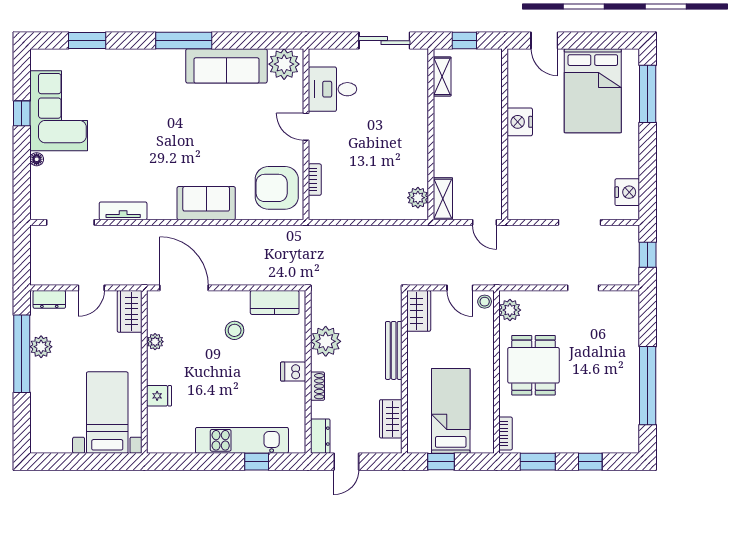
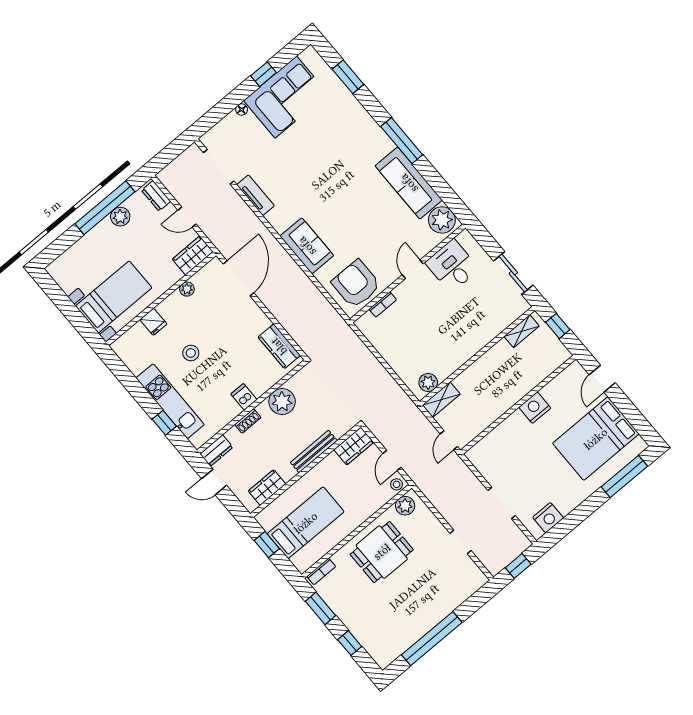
stool: (235, 330) -> (191, 353), moved

